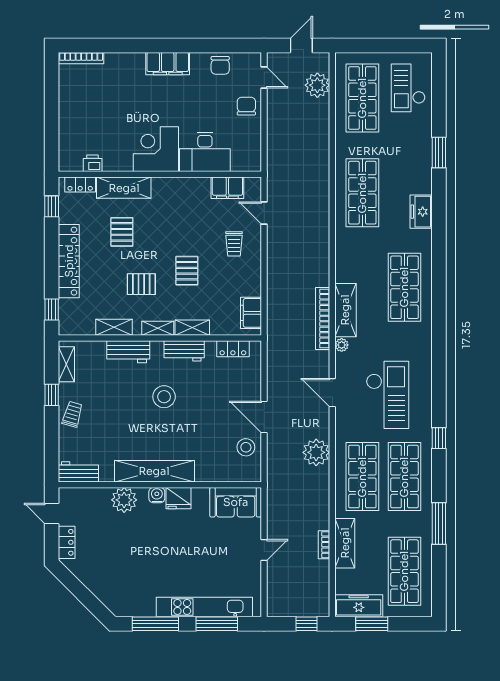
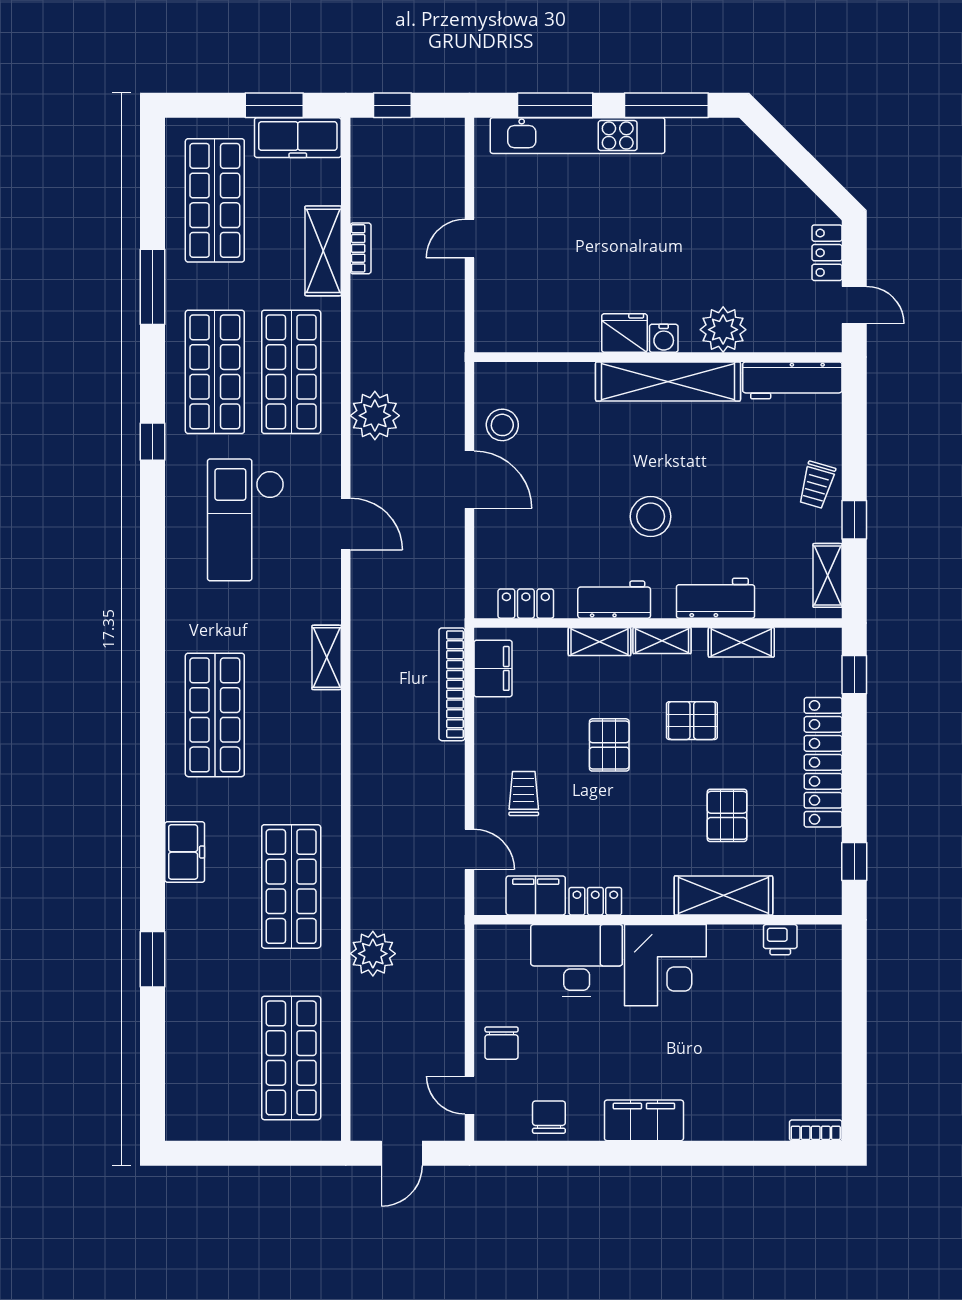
bookcase: (81, 58) -> (816, 1130), width x0.64
plant: (317, 85) -> (373, 954), moved
checkout: (408, 88) -> (208, 1076), removed
locker: (80, 185) -> (595, 901), moved
shelving: (345, 310) -> (327, 657), width x0.67, depth x0.75
bookcase: (323, 318) -> (452, 684), moved, turned 180
plant: (342, 345) -> (329, 610), removed
workbench: (78, 472) -> (792, 380), width x1.38
sofa: (236, 502) -> (521, 325), removed

